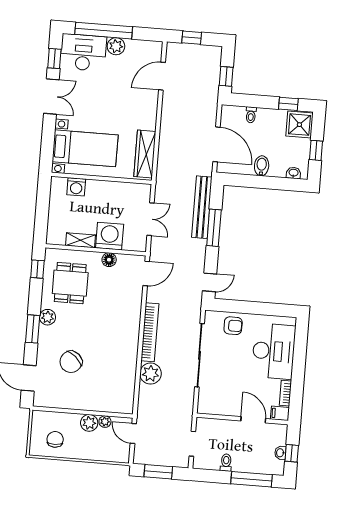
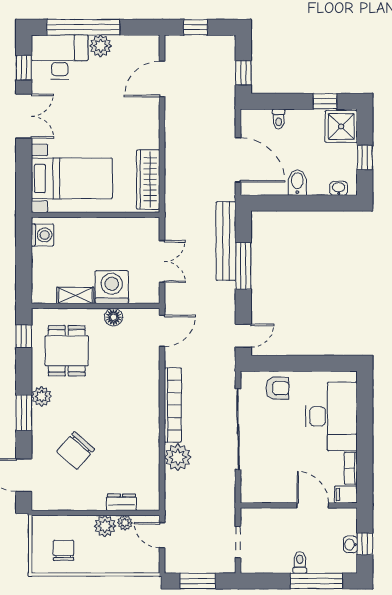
washing machine: (76, 187) -> (42, 235), moved, turned -90
dresser: (104, 405) -> (121, 502), added
toilet: (226, 463) -> (300, 562), moved

